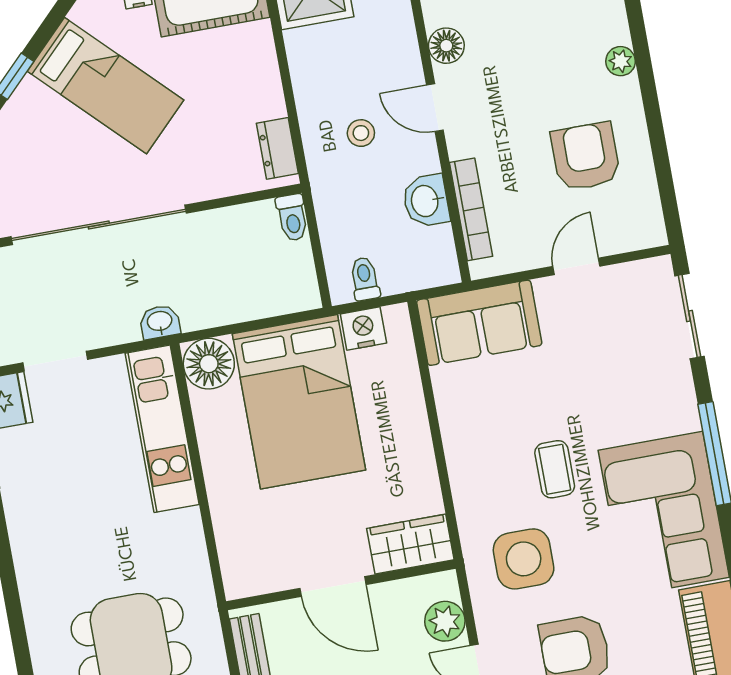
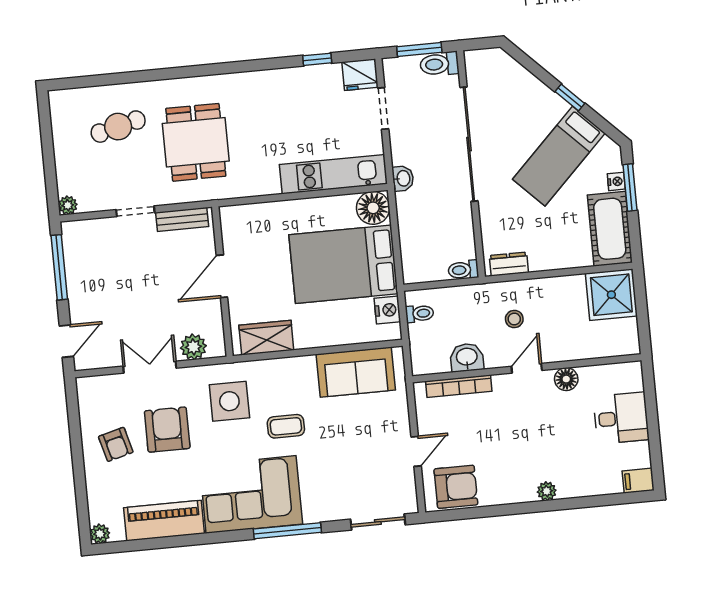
armchair: (586, 156) -> (456, 487), moved
door: (576, 266) -> (416, 451), hinge flipped
sofa: (479, 323) -> (356, 372), moved, turned -90
wardrobe: (410, 544) -> (266, 338), moved, turned -90

